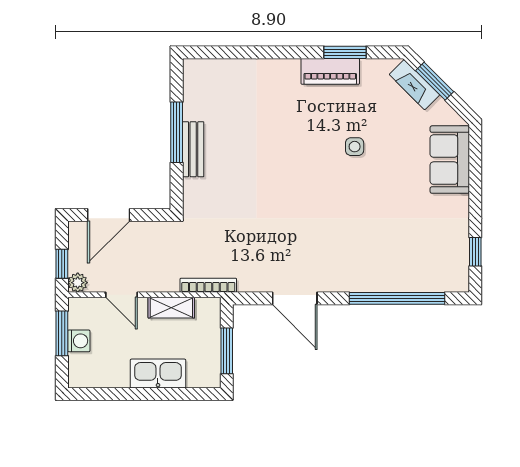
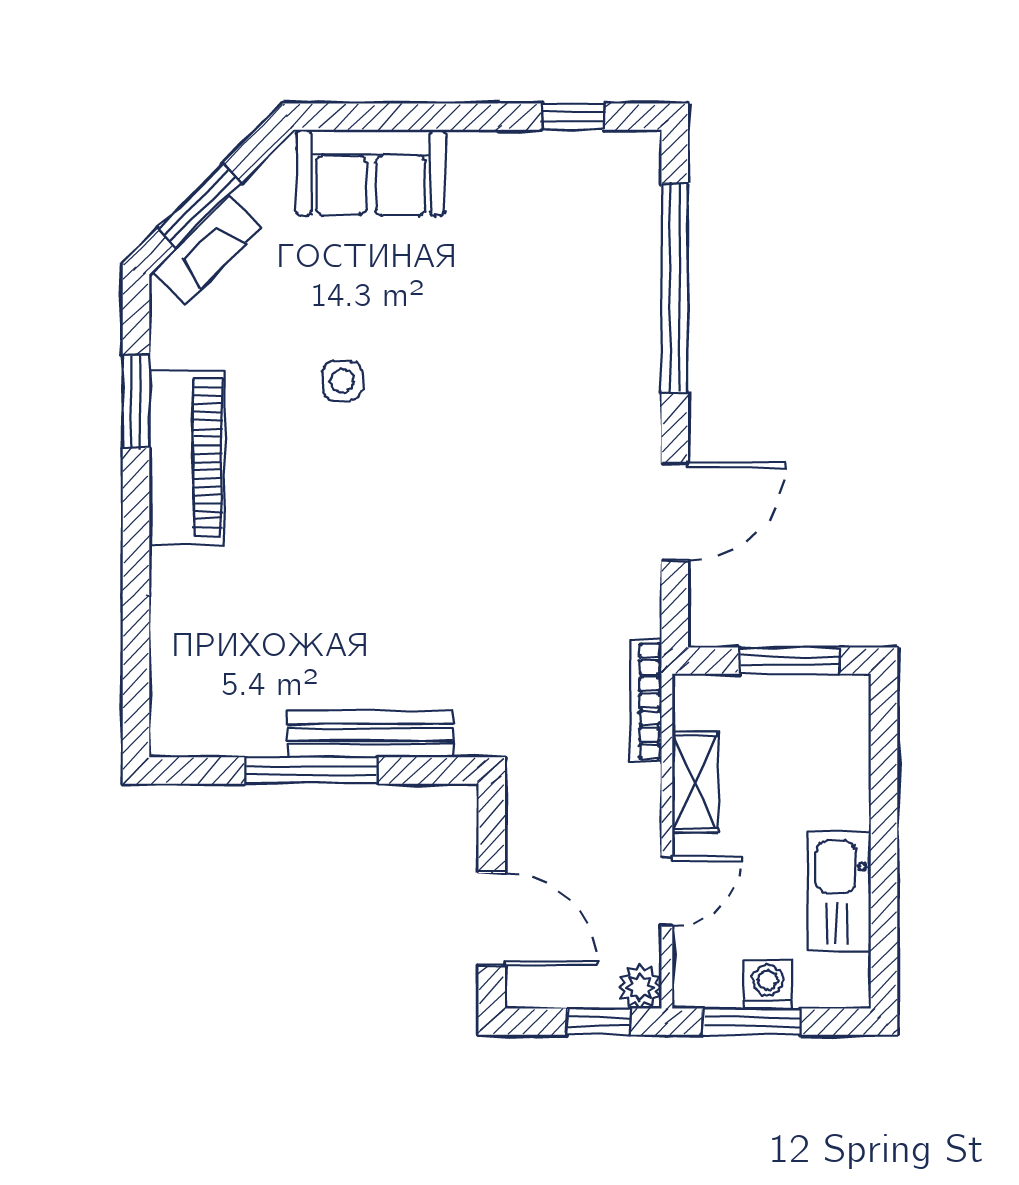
piano: (330, 71) -> (187, 457), width x1.37, depth x1.33
bench: (193, 149) -> (370, 734), width x1.36
kitchen sink: (158, 374) -> (839, 891), moved

